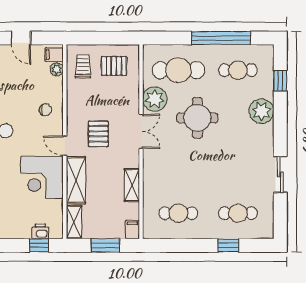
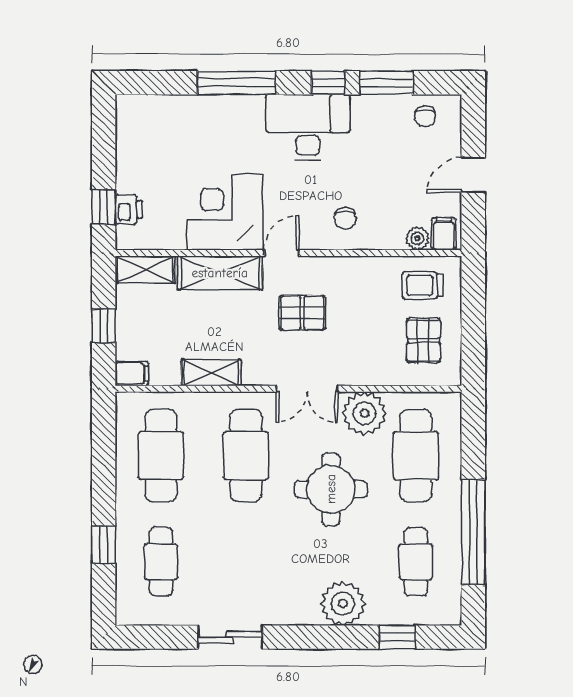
trolley: (83, 66) -> (423, 285), turned 180
cafe table: (178, 166) -> (246, 456), added
cafe table: (178, 213) -> (161, 456), width x1.37, depth x1.35
window: (106, 245) -> (104, 326), width x0.67

